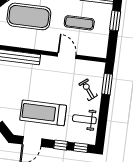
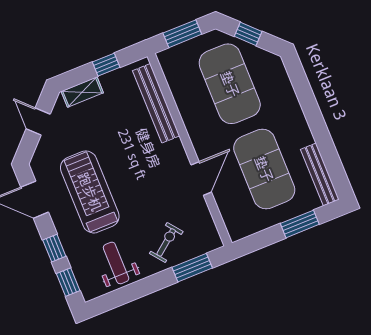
exercise mat: (79, 23) -> (264, 169), width x2.00, depth x1.45

